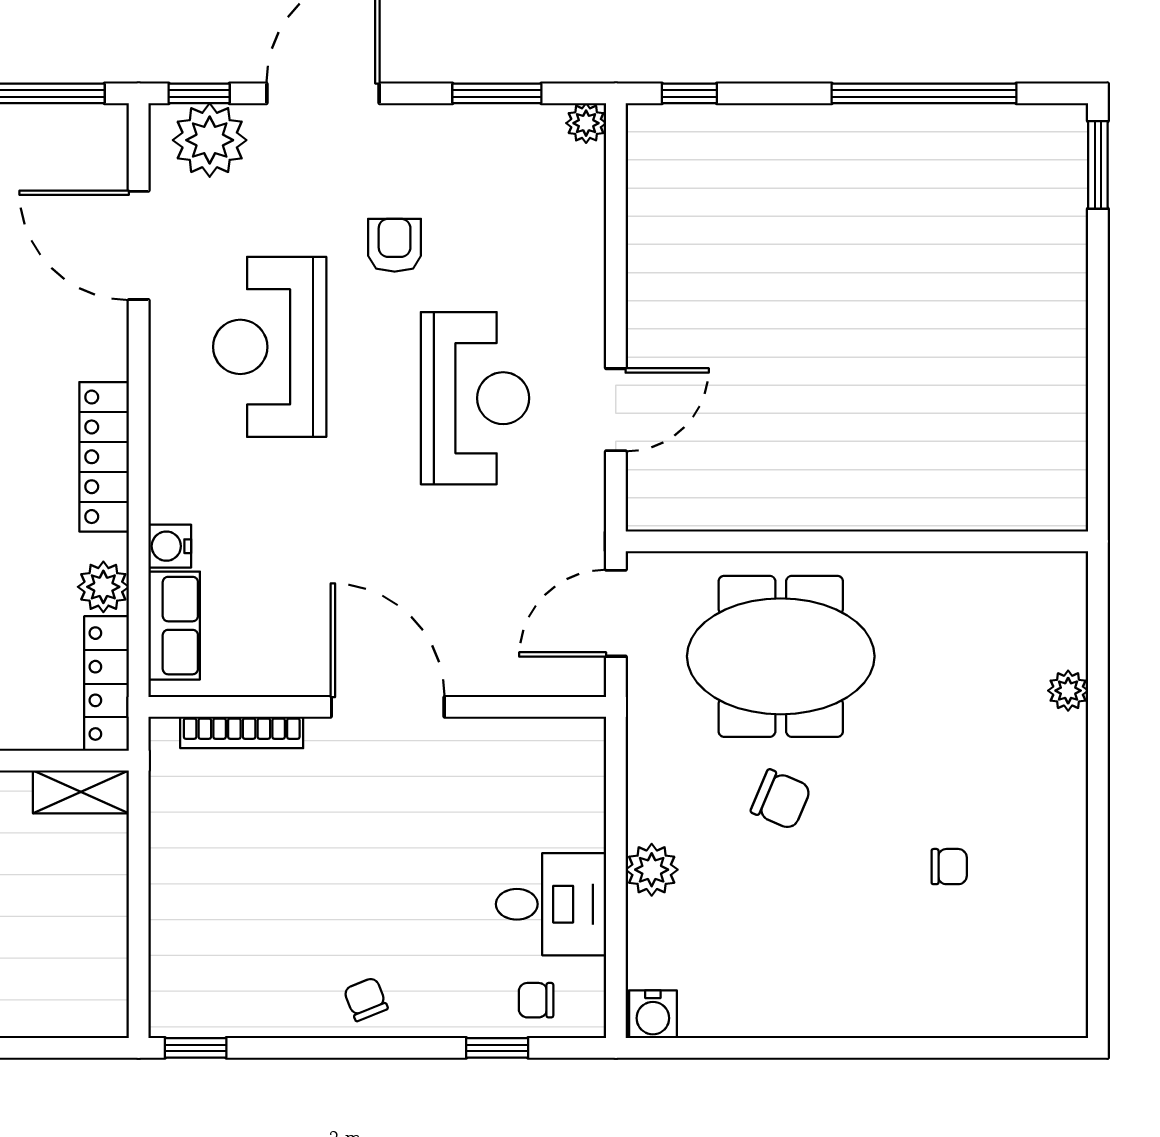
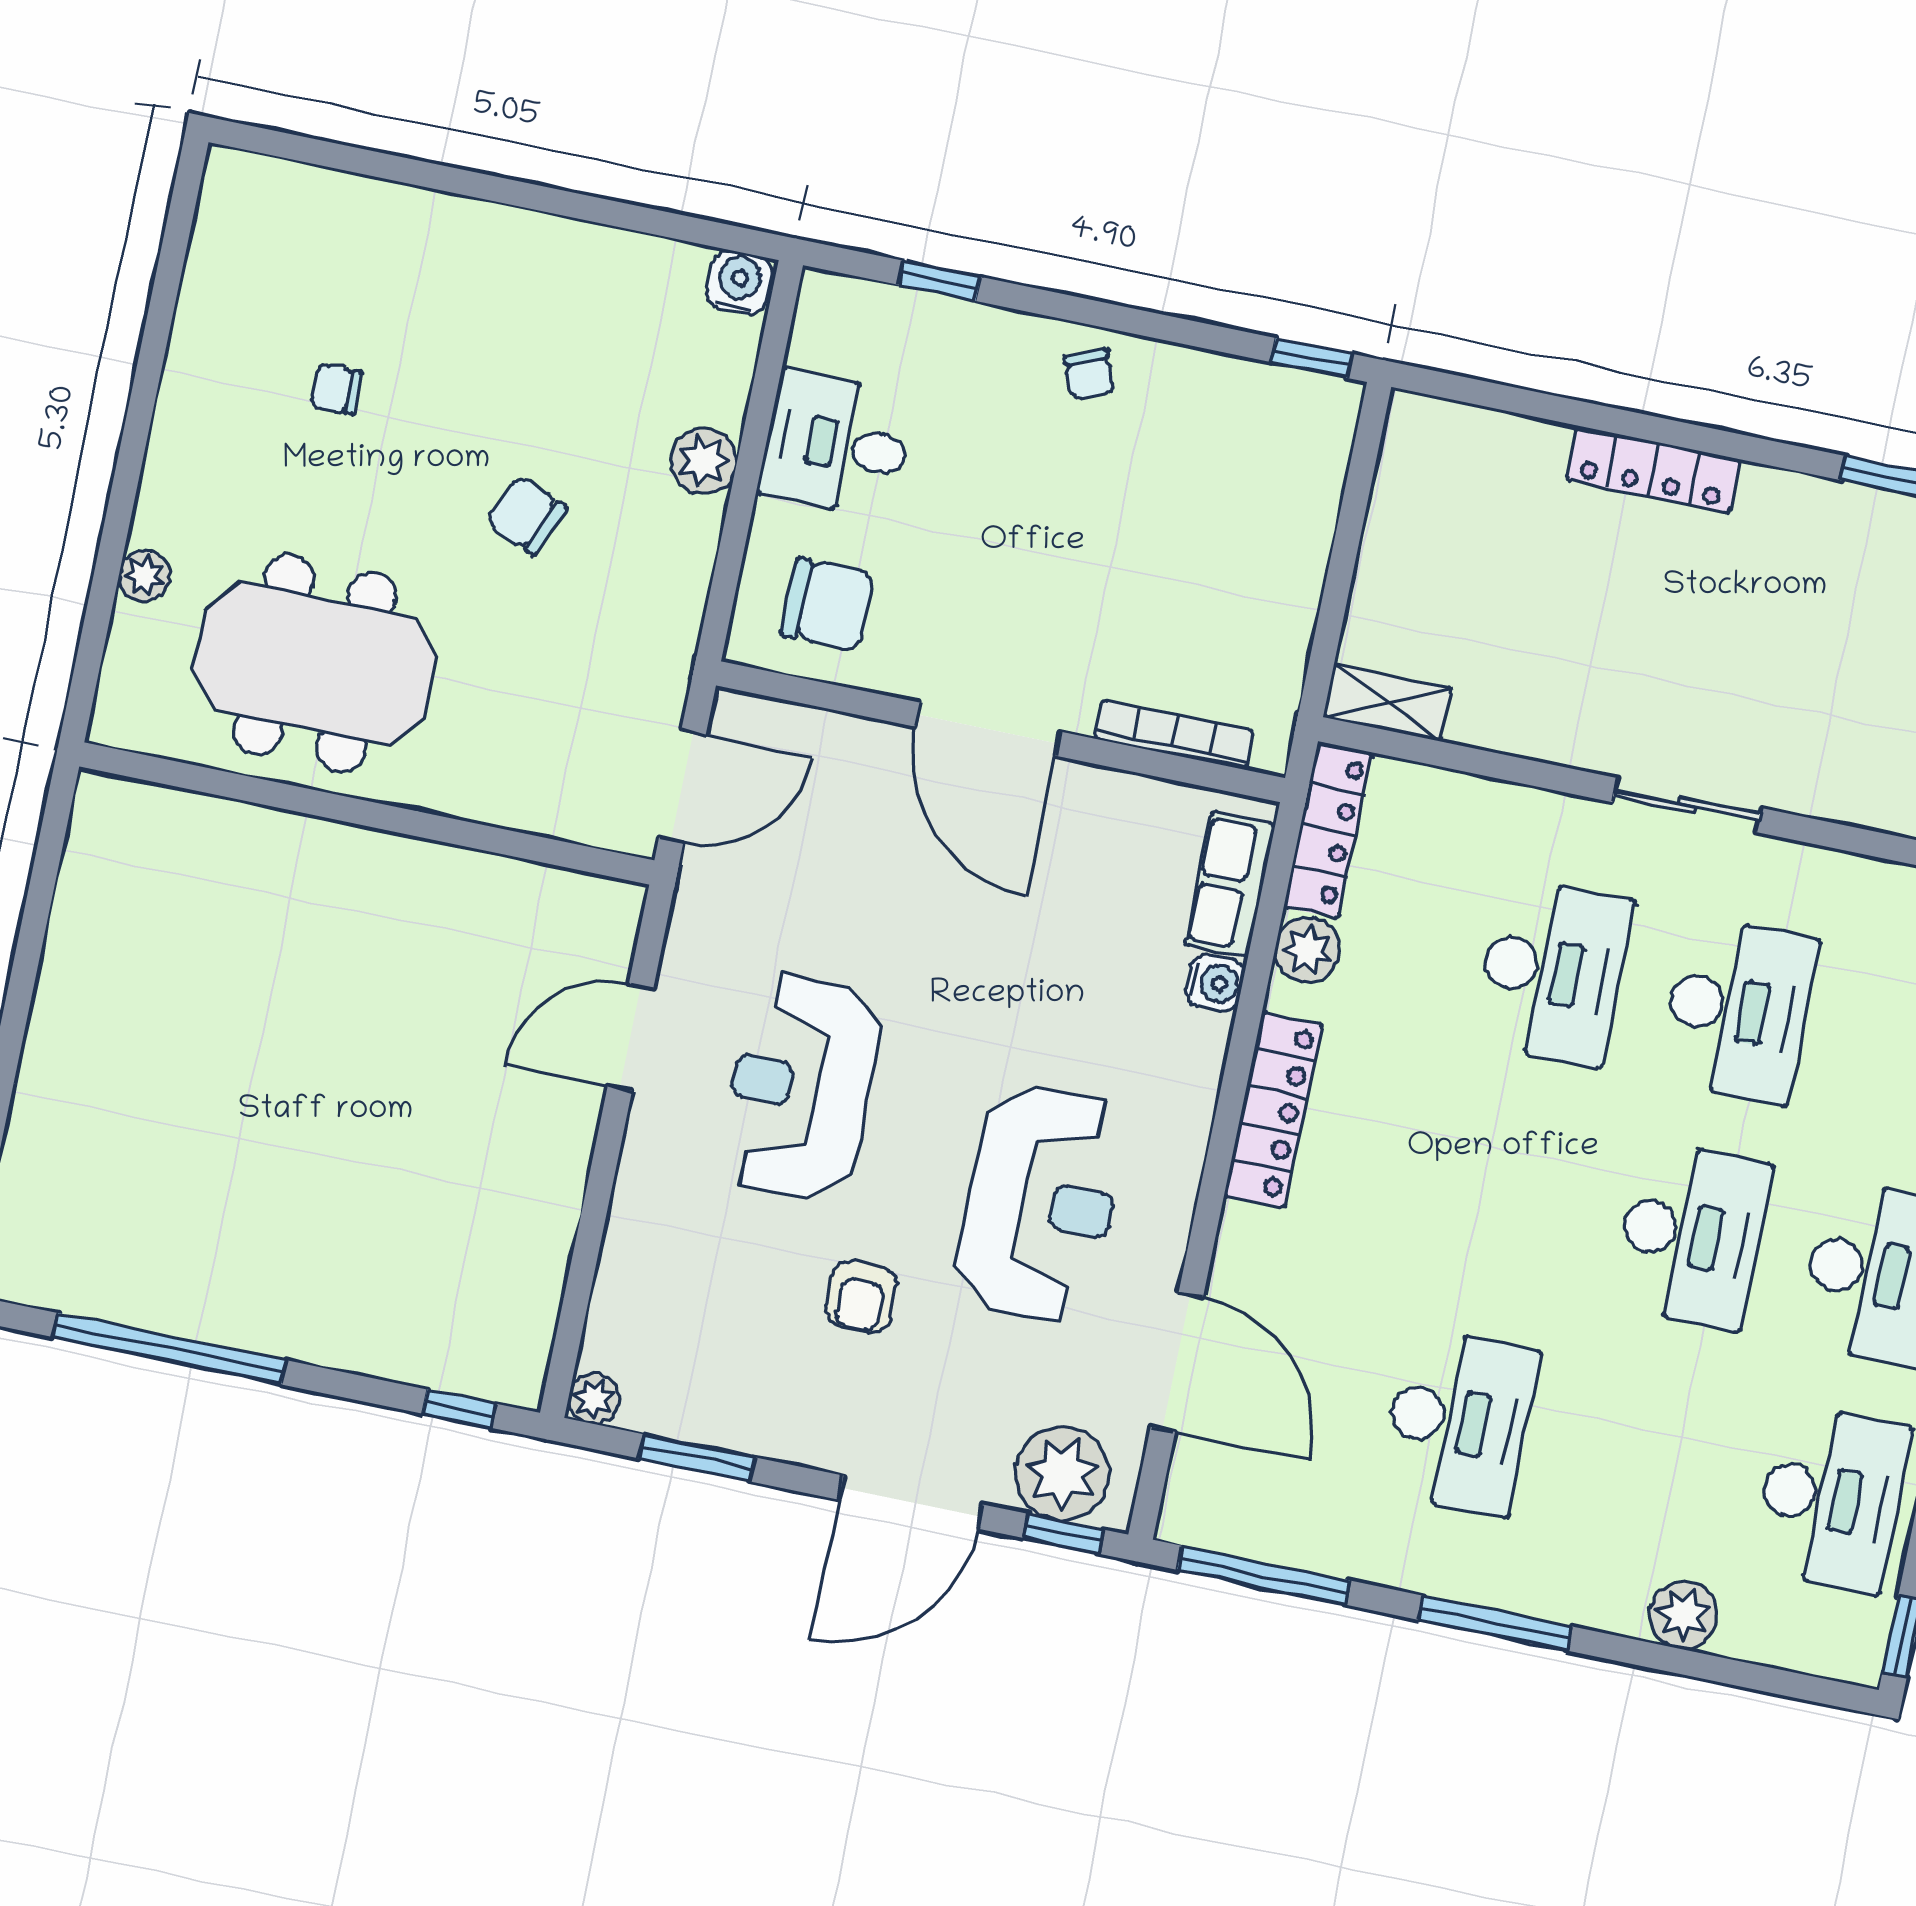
meeting table: (781, 656) -> (315, 663), moved
chair: (536, 1000) -> (828, 604), moved, width x1.87, depth x1.87

